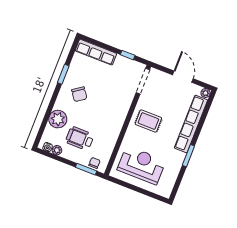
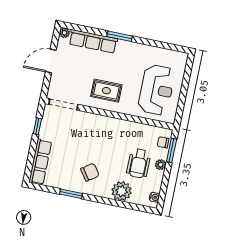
rug: (148, 121) -> (106, 91), turned 90
row of seats: (191, 124) -> (93, 41), width x0.73
plant: (57, 150) -> (161, 165), moved
window: (188, 156) -> (120, 36), moved
reception desk: (141, 165) -> (156, 90), turned 180

